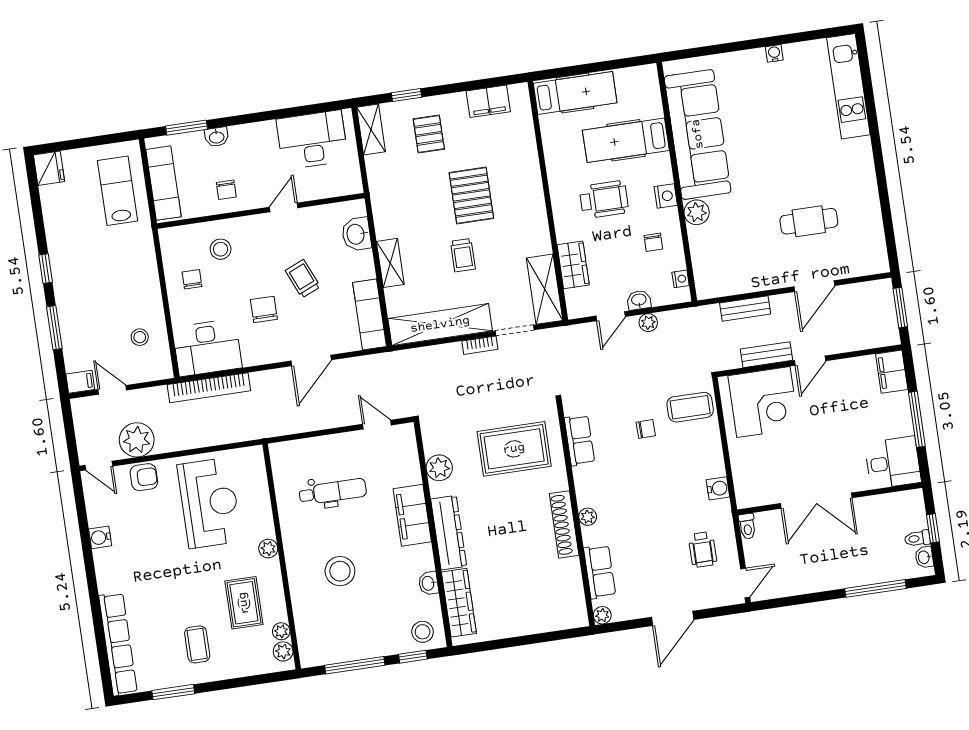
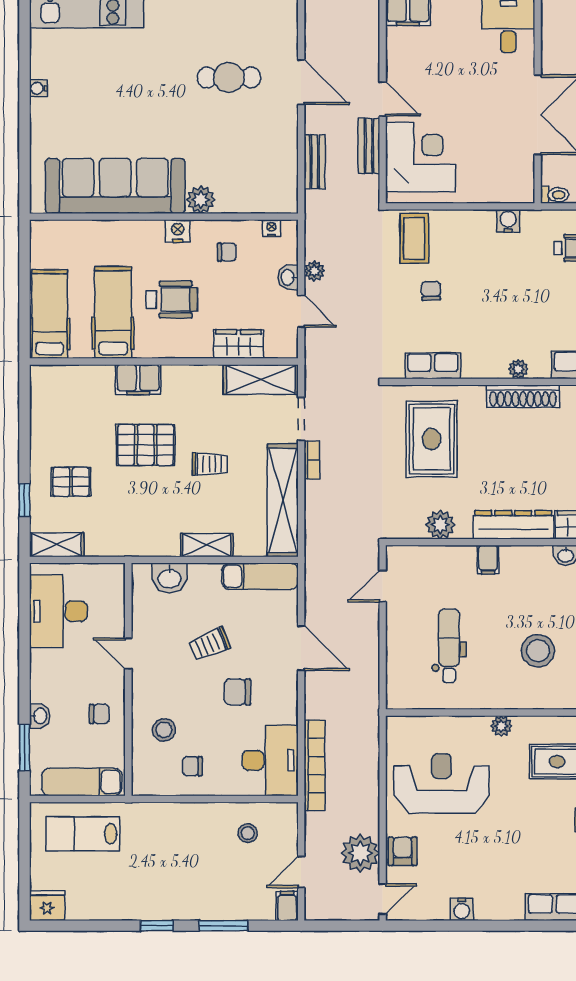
filing cabinet: (488, 101) -> (138, 380), moved, turned 90
hospital bed: (626, 140) -> (113, 312), moved, turned 180
wheelchair: (604, 200) -> (172, 300), turned 90
cafe table: (809, 221) -> (229, 77), turned 90
filing cabinet: (412, 515) -> (488, 560), width x0.33, depth x0.86

